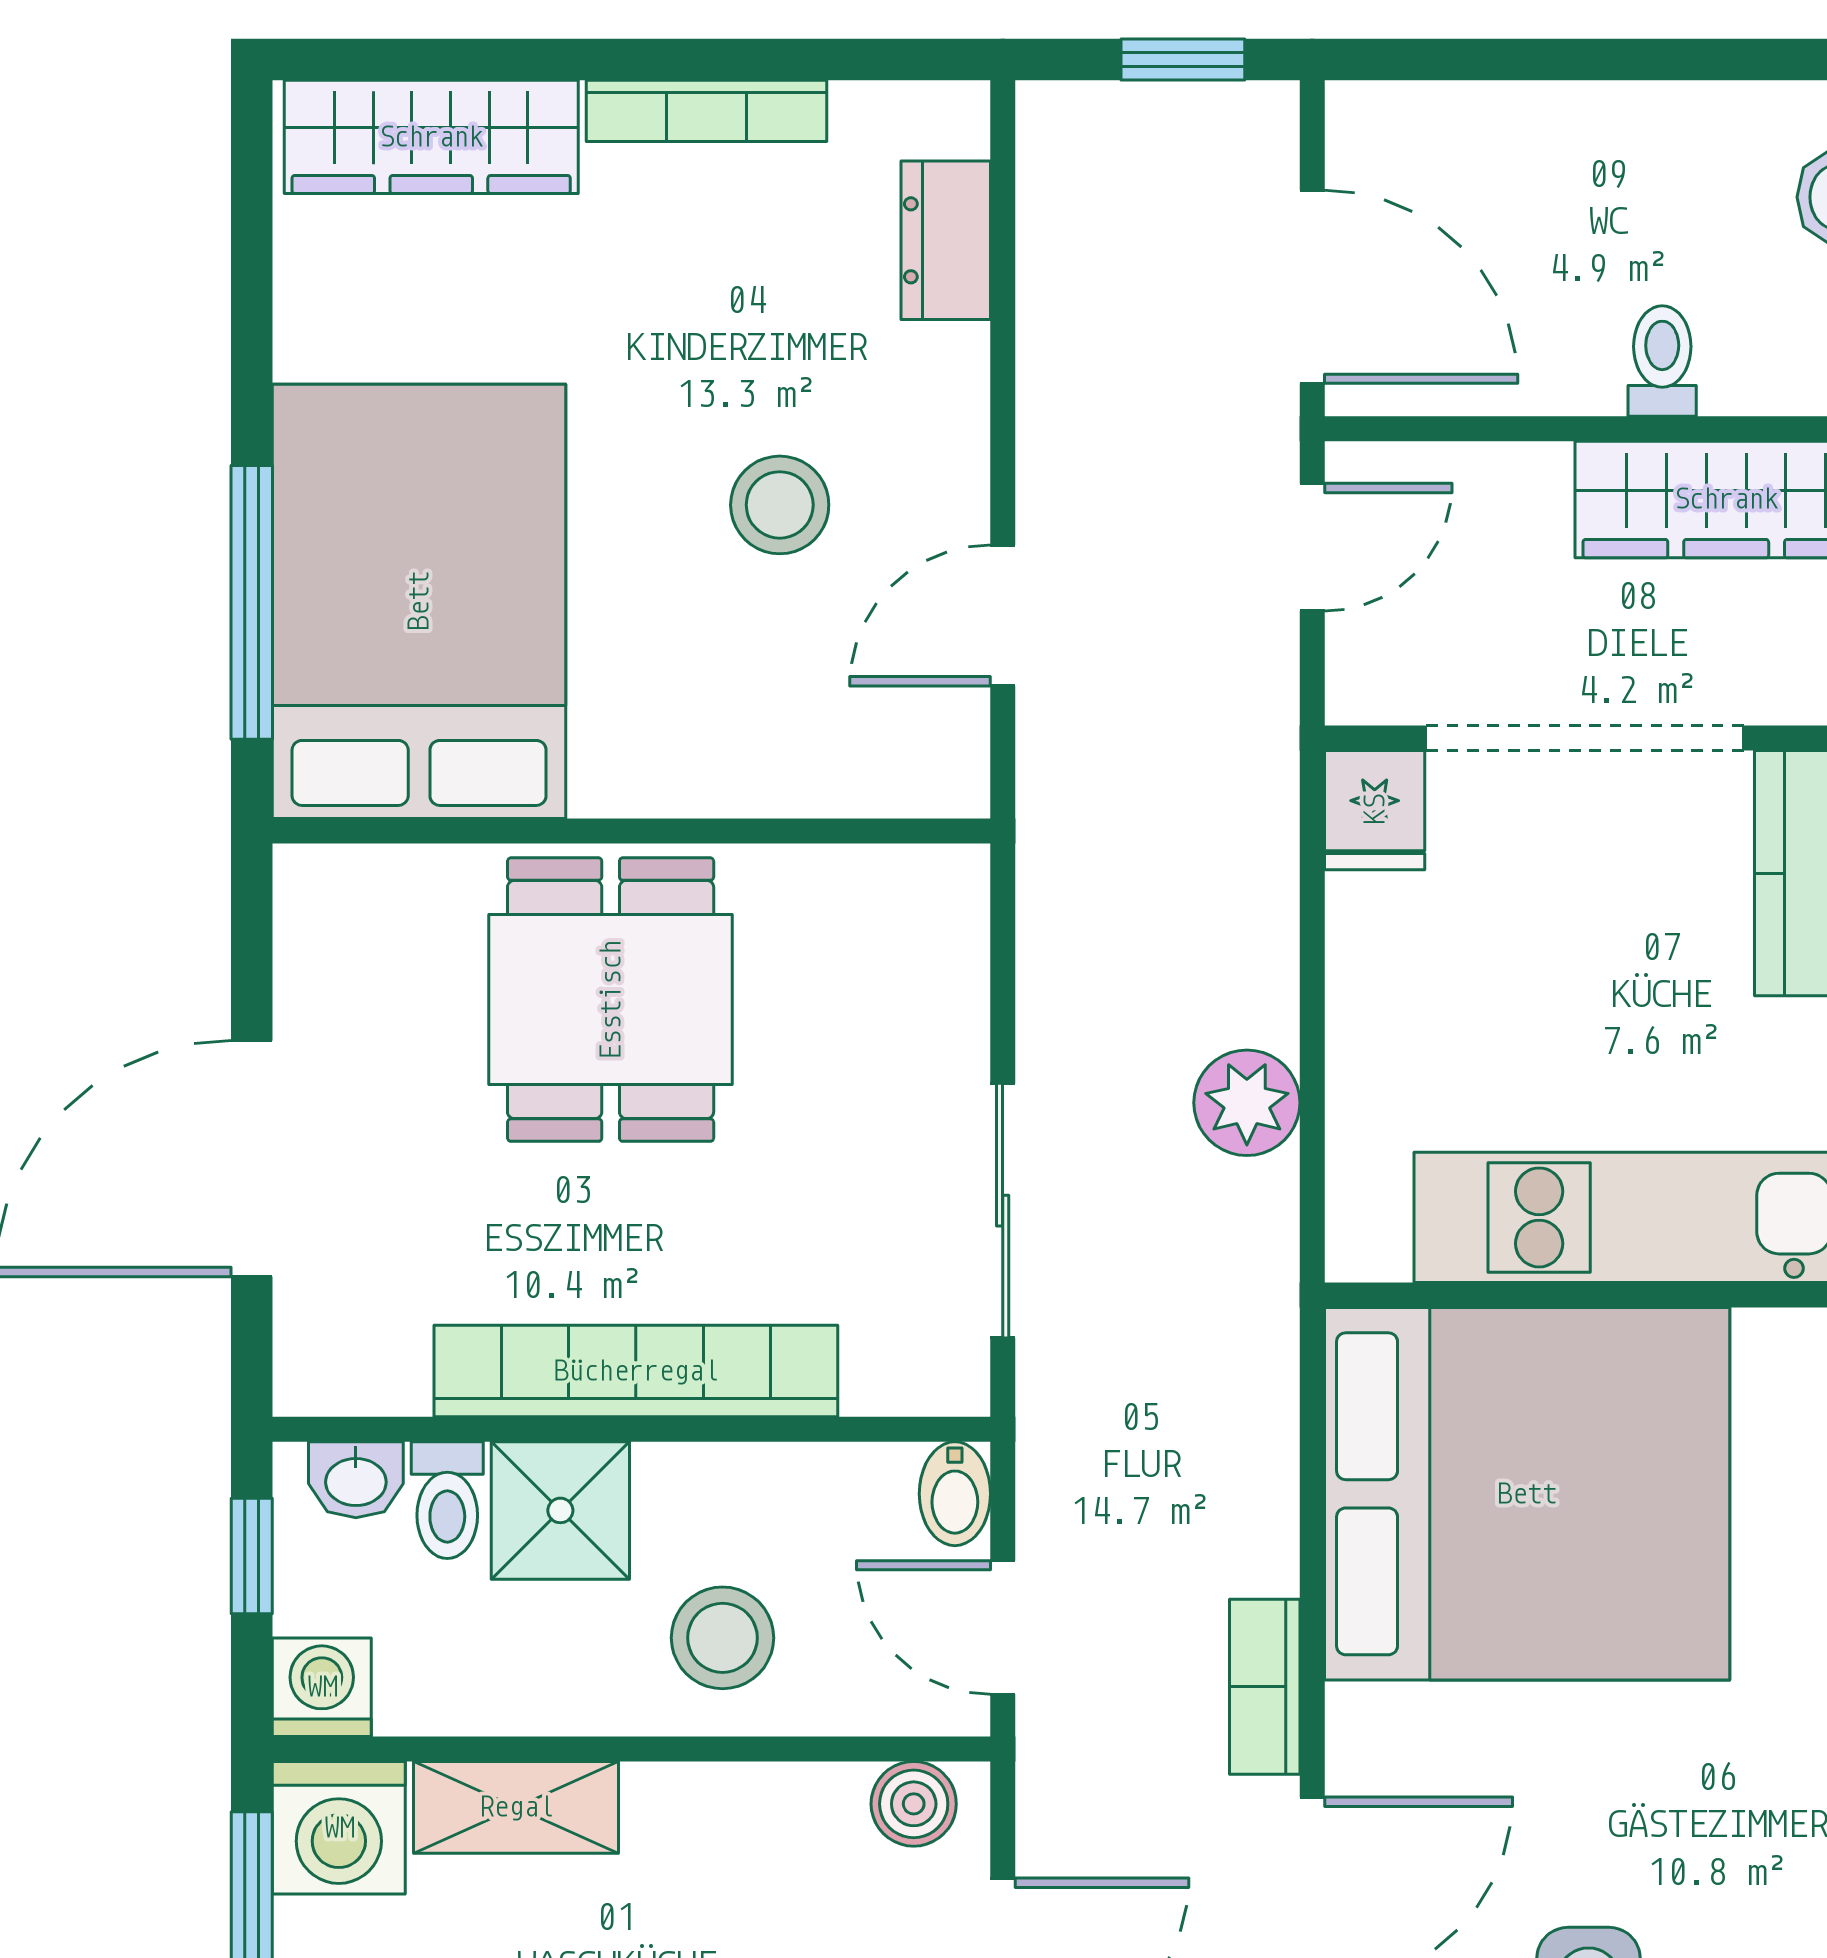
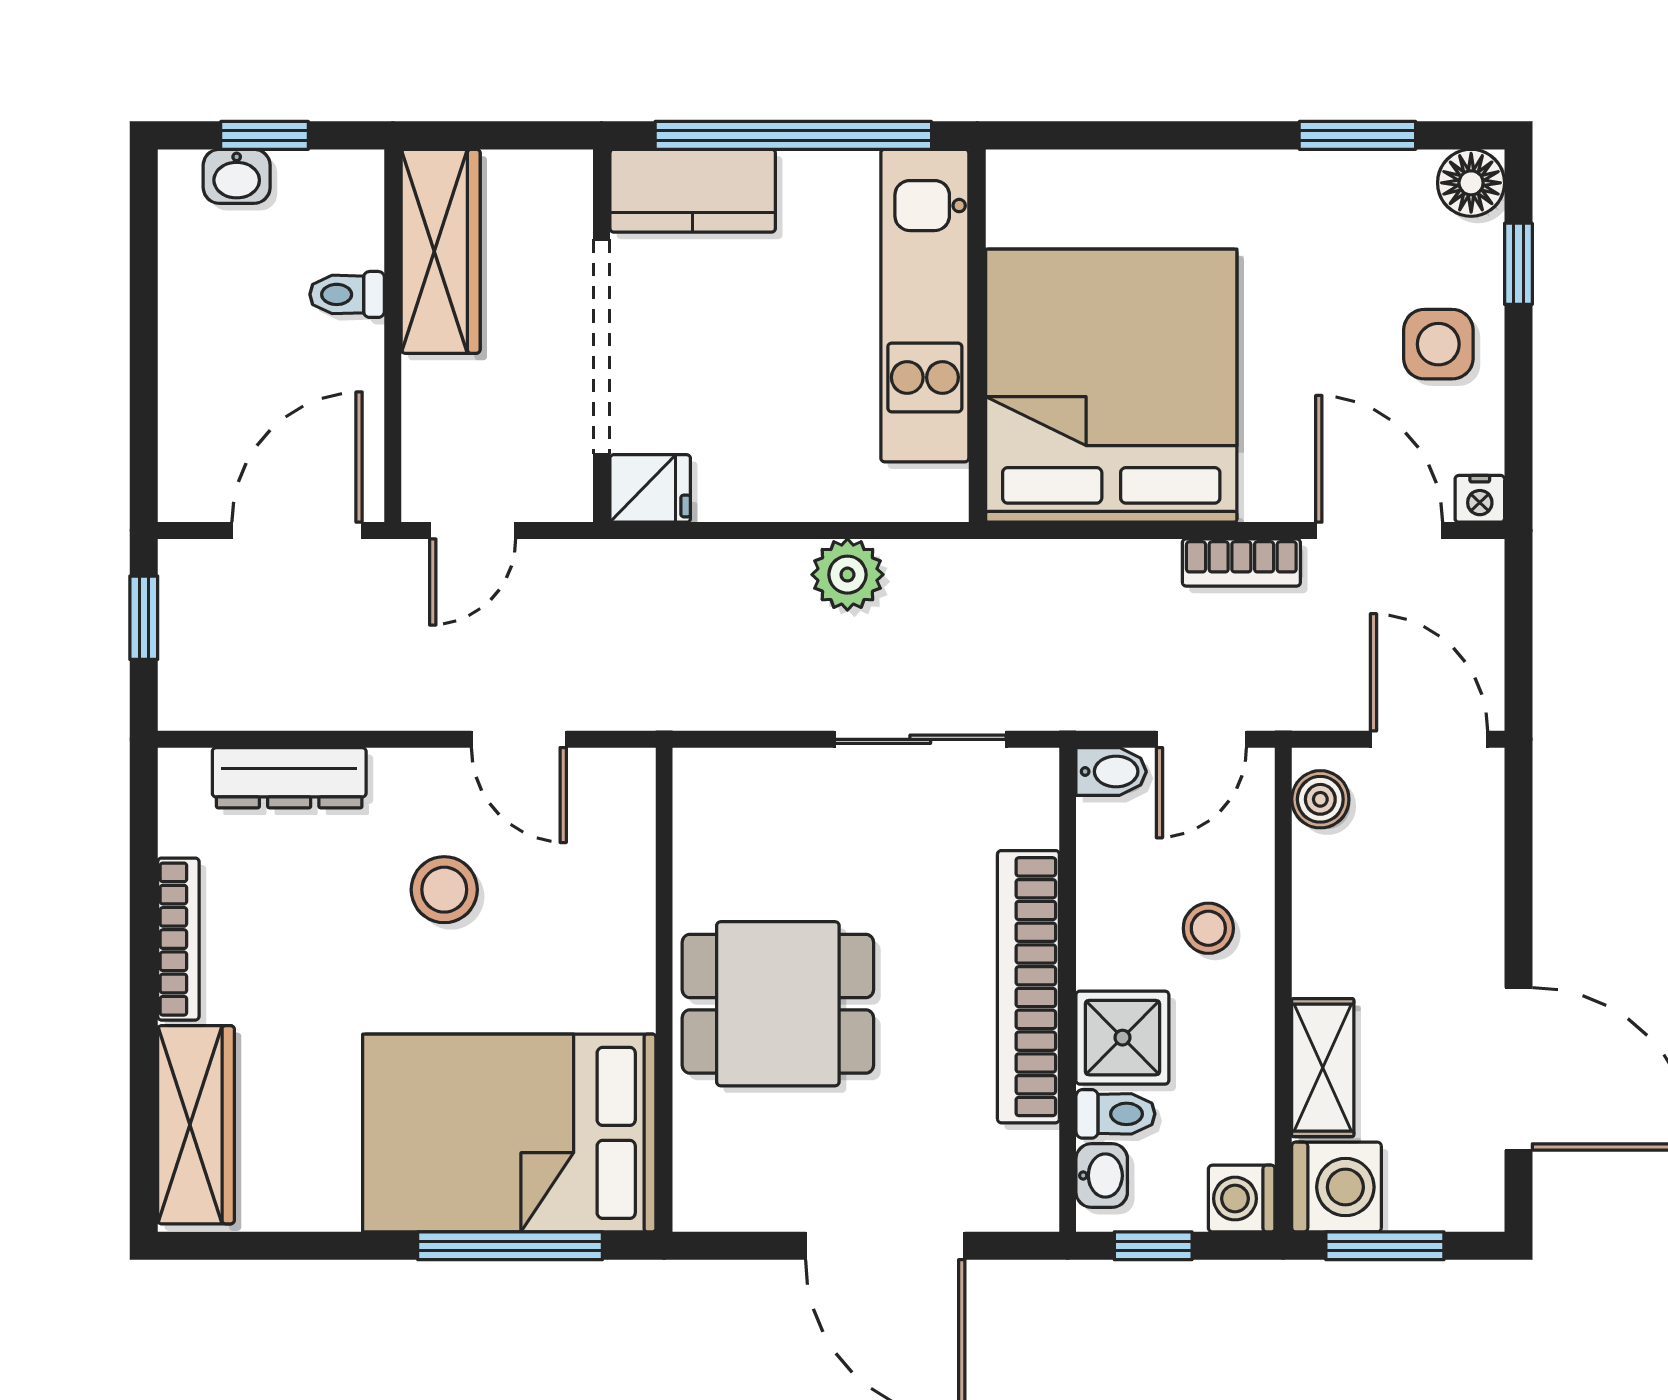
dresser: (946, 240) -> (289, 778), width x1.44
door: (1312, 547) -> (473, 531), swing flipped
stool: (722, 1638) -> (1208, 928), width x0.73, depth x0.73

